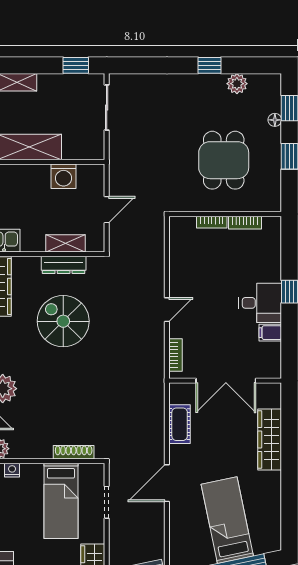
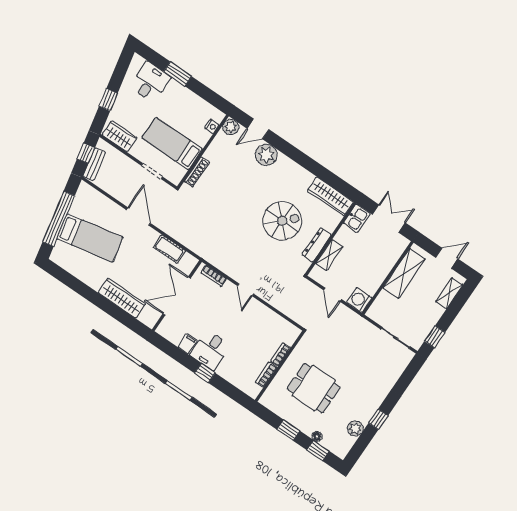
washing machine: (63, 176) -> (359, 300), moved

